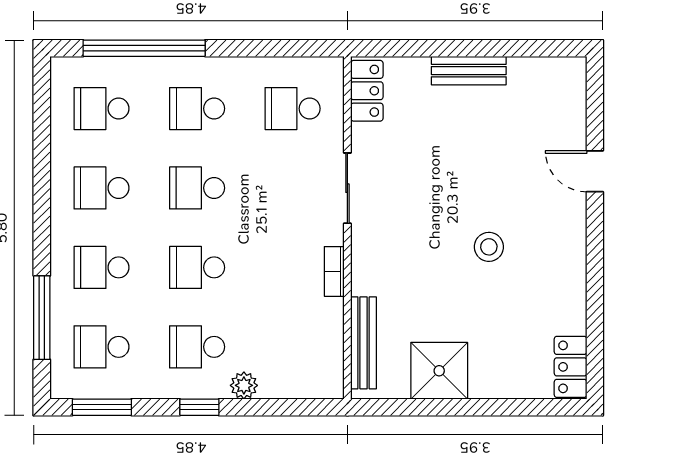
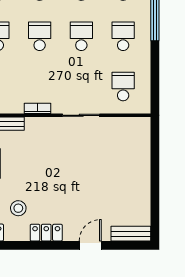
bench: (469, 71) -> (131, 234), moved, turned 90
locker: (367, 91) -> (46, 233), moved, turned 180
stool: (489, 247) -> (18, 208), moved

